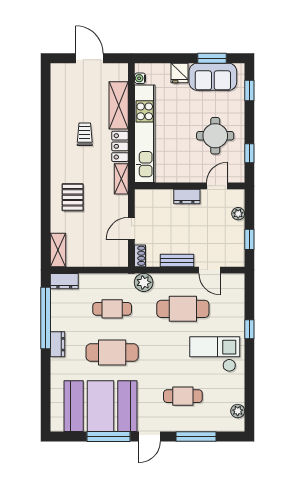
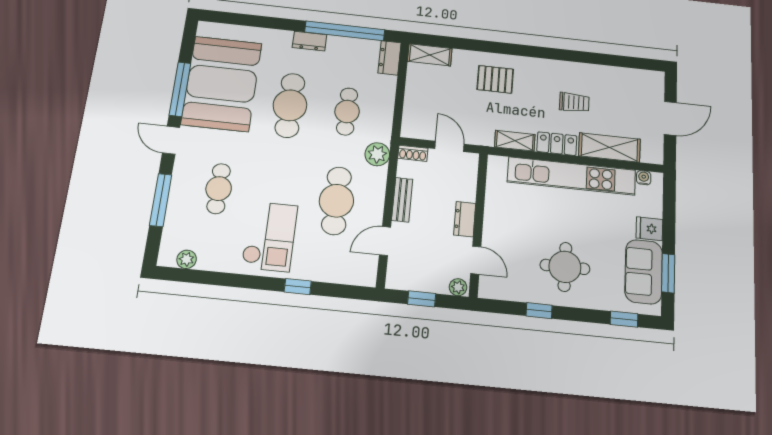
wall: (190, 186) -> (478, 224), moved
door: (217, 186) -> (476, 260), moved
dresser: (187, 196) -> (465, 219), moved

